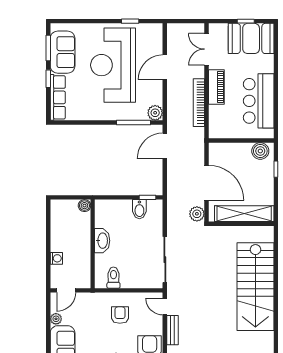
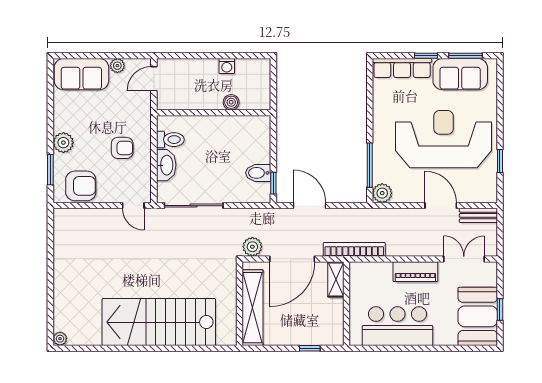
bookcase: (199, 103) -> (354, 249), moved
door: (165, 146) -> (309, 206), moved
shelving: (222, 149) -> (336, 279), added
boiler: (260, 151) -> (333, 328), removed
boiler: (84, 206) -> (231, 102), moved
washbasin: (102, 241) -> (166, 165), moved, turned -90
washing machine: (56, 258) -> (227, 66), moved
door: (66, 290) -> (154, 79), hinge flipped
door: (165, 307) -> (133, 206), swing flipped
bench: (173, 330) -> (478, 215), moved

